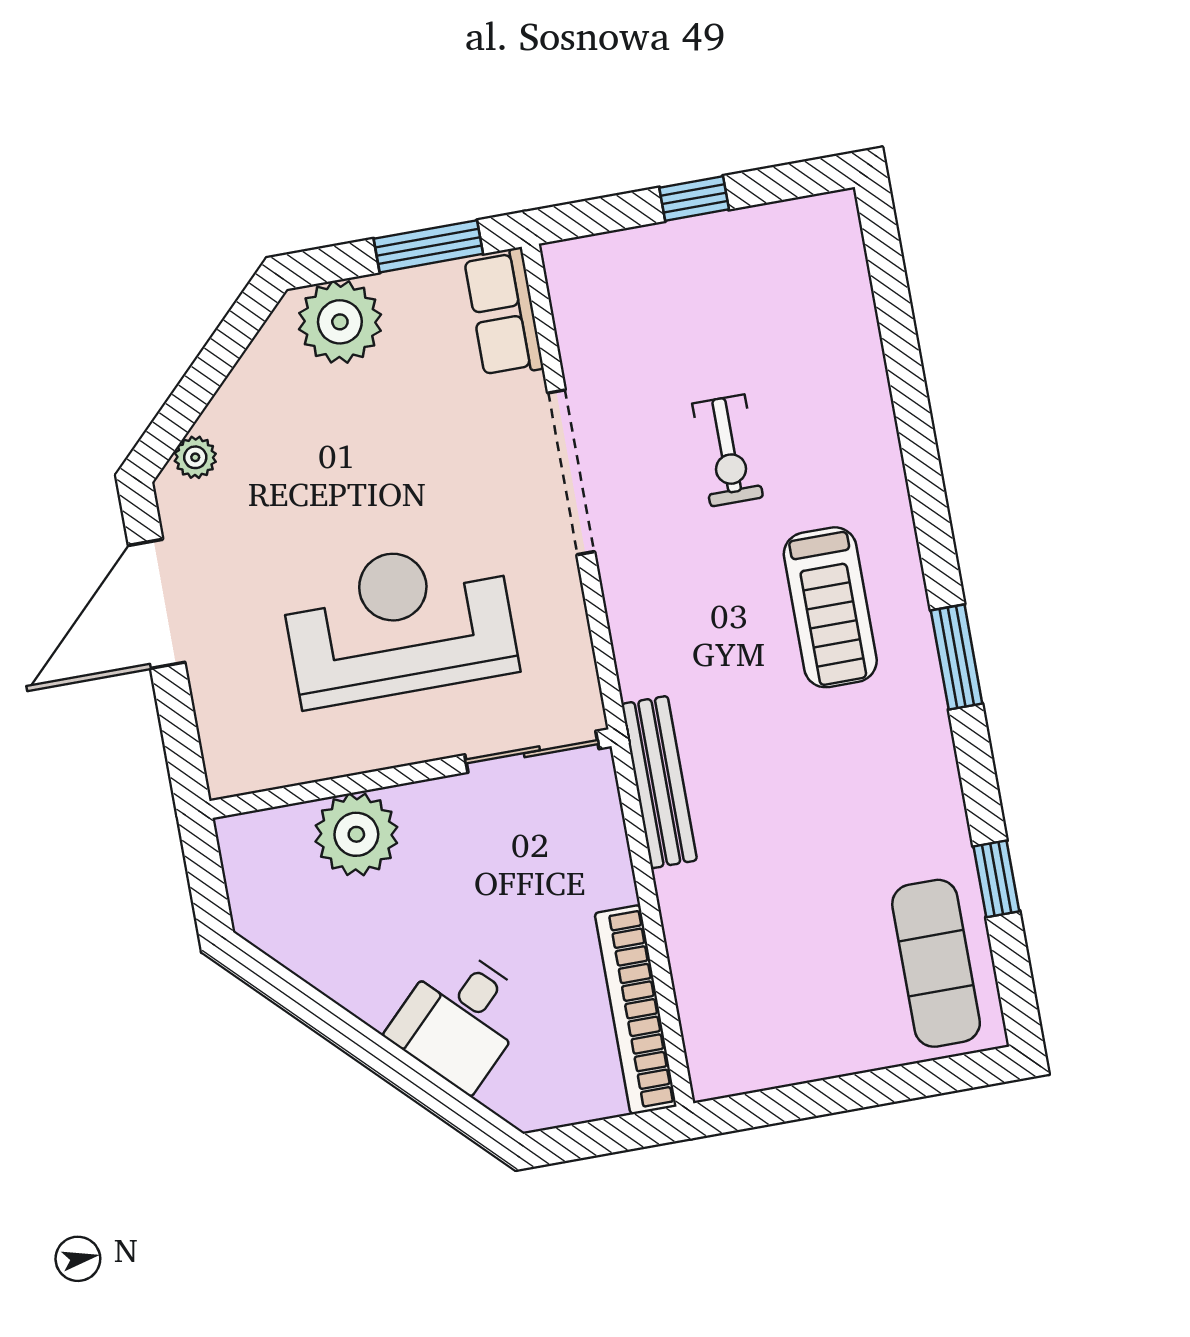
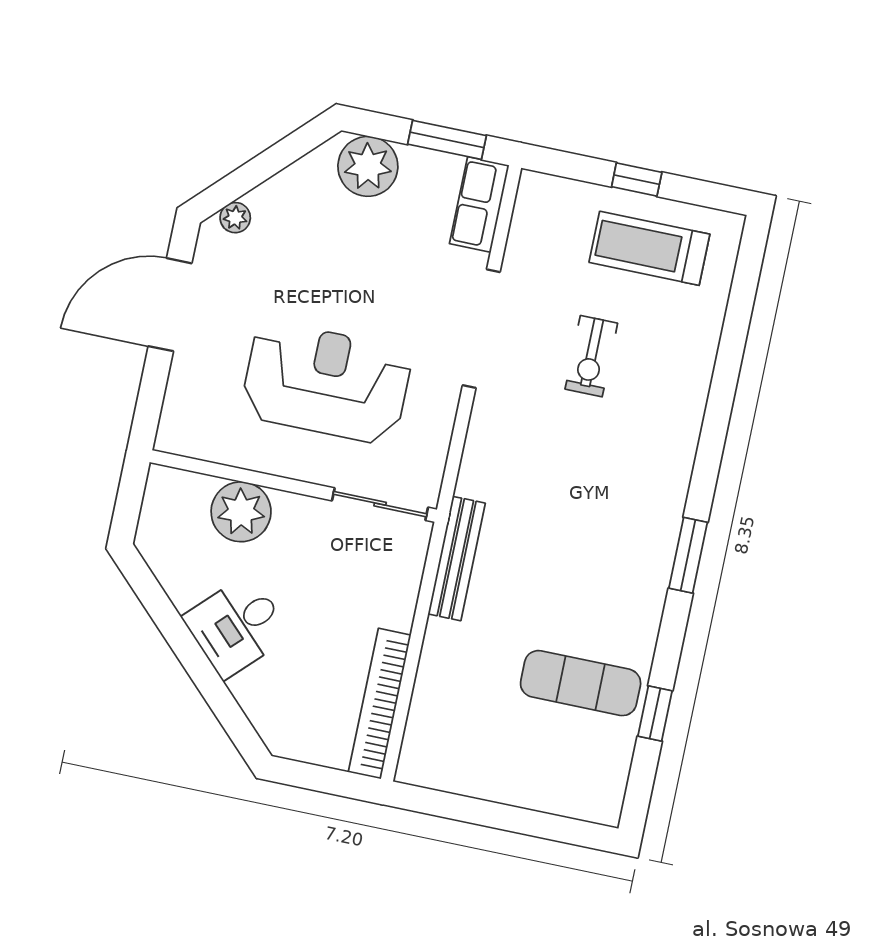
treadmill: (830, 607) -> (649, 248), moved, turned 90
exercise mat: (936, 963) -> (581, 683), moved, turned 90
desk: (460, 1018) -> (237, 626), moved

